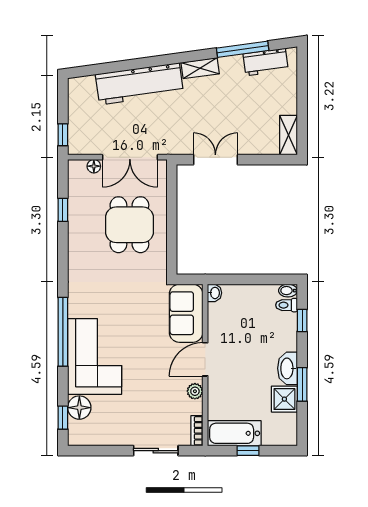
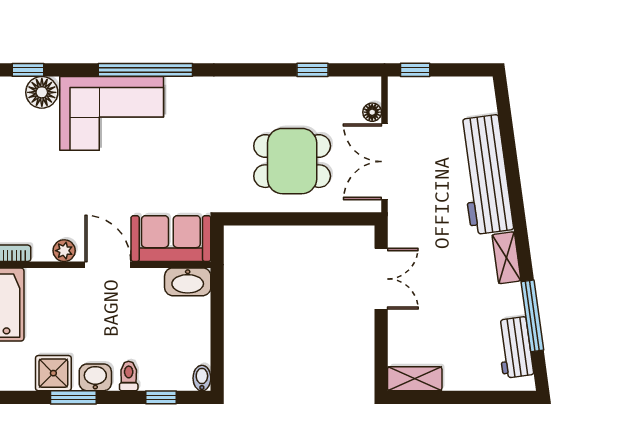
washbasin: (215, 293) -> (188, 282), width x1.91, depth x1.45
toilet: (287, 305) -> (129, 376), moved
washbasin: (287, 368) -> (95, 377), width x0.72

